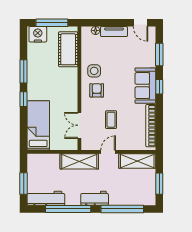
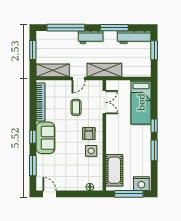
tv unit: (114, 32) -> (73, 186), removed
window: (68, 209) -> (114, 28), width x0.68

